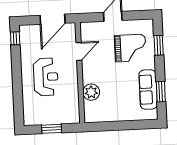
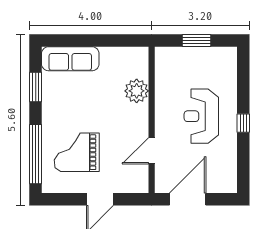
window: (15, 38) -> (243, 123), moved
window: (159, 45) -> (36, 154), width x2.11
sofa: (148, 89) -> (70, 59), moved, turned 90

